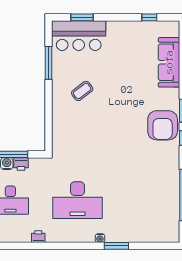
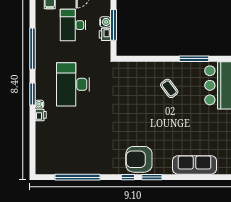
printer: (38, 237) -> (41, 115), moved
window: (37, 246) -> (33, 49), added
window: (116, 246) -> (33, 94), moved

